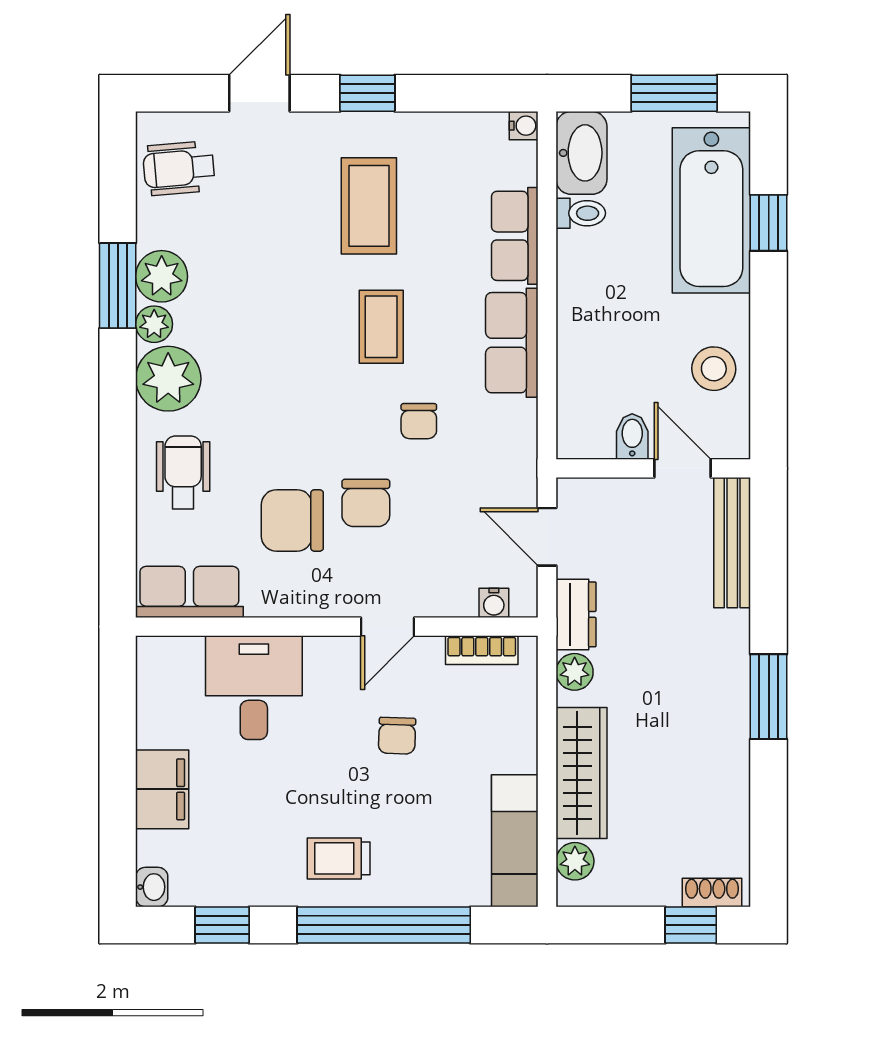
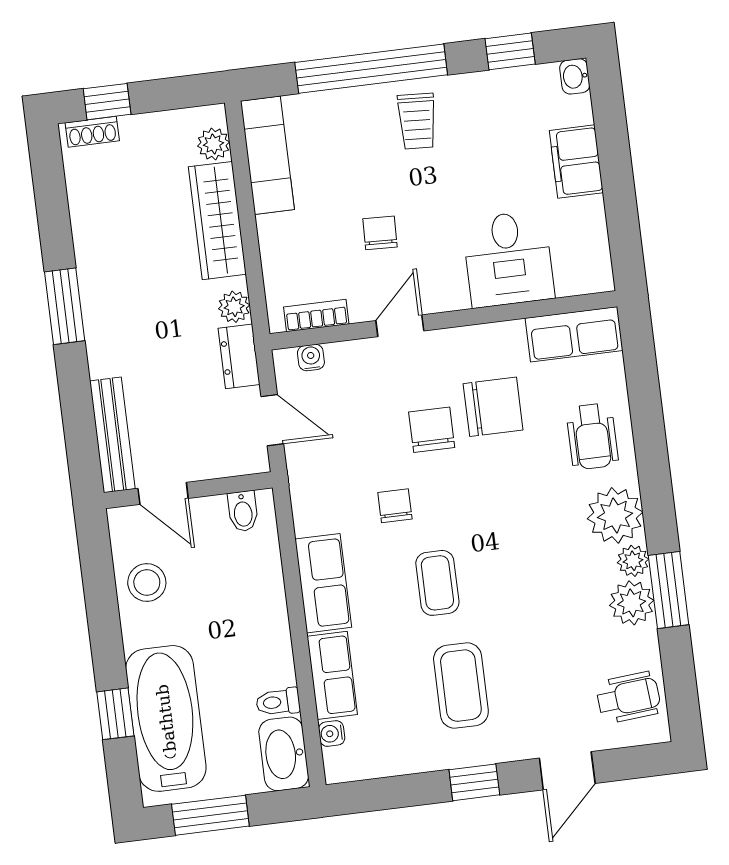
water cooler: (524, 126) -> (332, 734), moved
bidet: (632, 437) -> (243, 511), moved
trolley: (339, 858) -> (417, 121), turned 93

